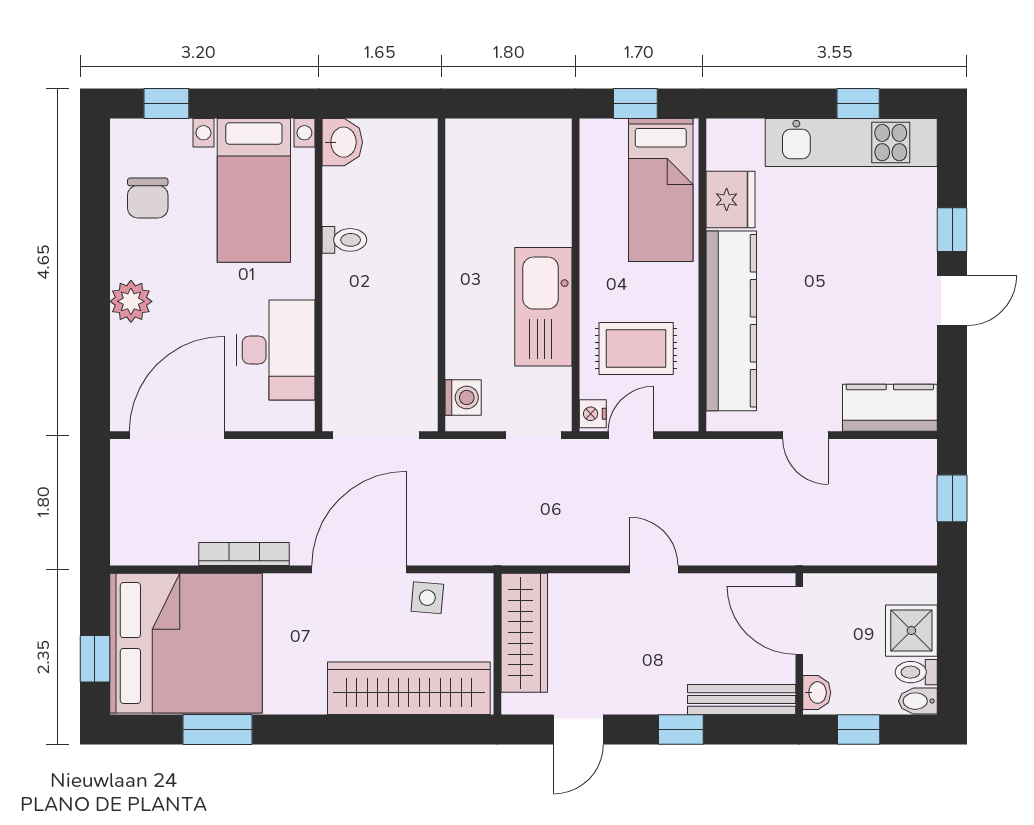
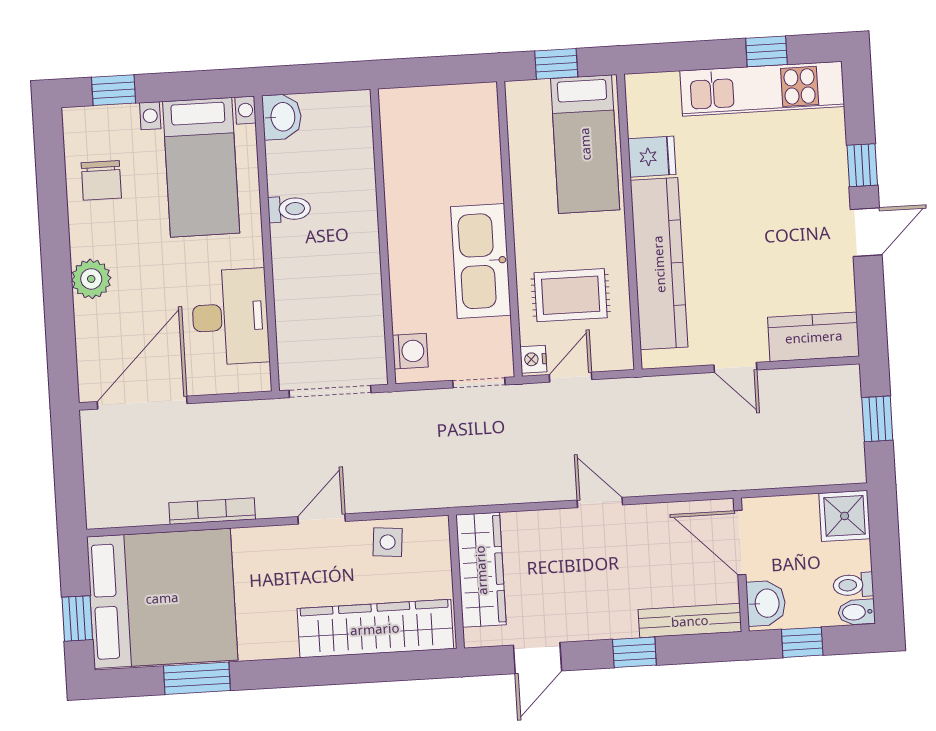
fridge: (730, 200) -> (652, 157), width x0.72
door: (359, 569) -> (322, 519), width x0.53
shower: (911, 631) -> (845, 516), moved
washbasin: (817, 693) -> (766, 603), width x1.38, depth x1.45

